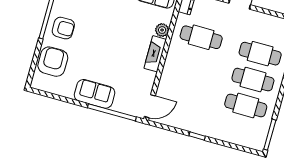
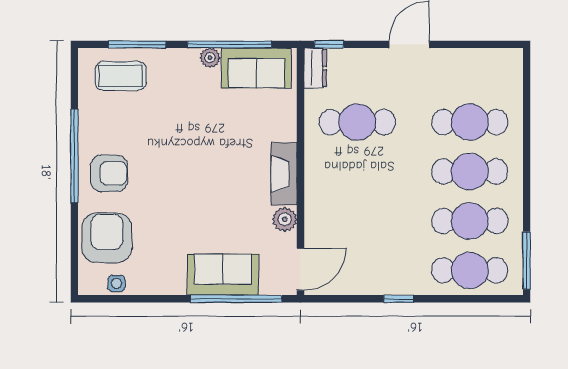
plant: (162, 30) -> (285, 219), moved
side table: (51, 87) -> (116, 283), added
sofa: (95, 94) -> (223, 275), moved
cafe table: (239, 131) -> (470, 270), added

